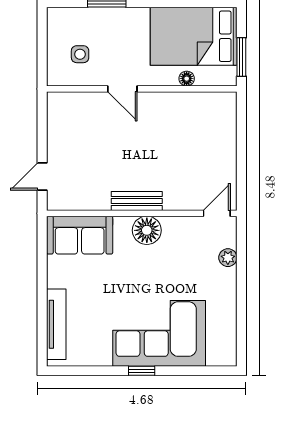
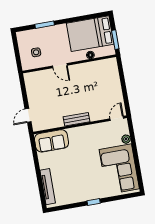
floor lamp: (147, 230) -> (84, 133), removed
corner sofa: (159, 333) -> (119, 169), moved, turned -90

